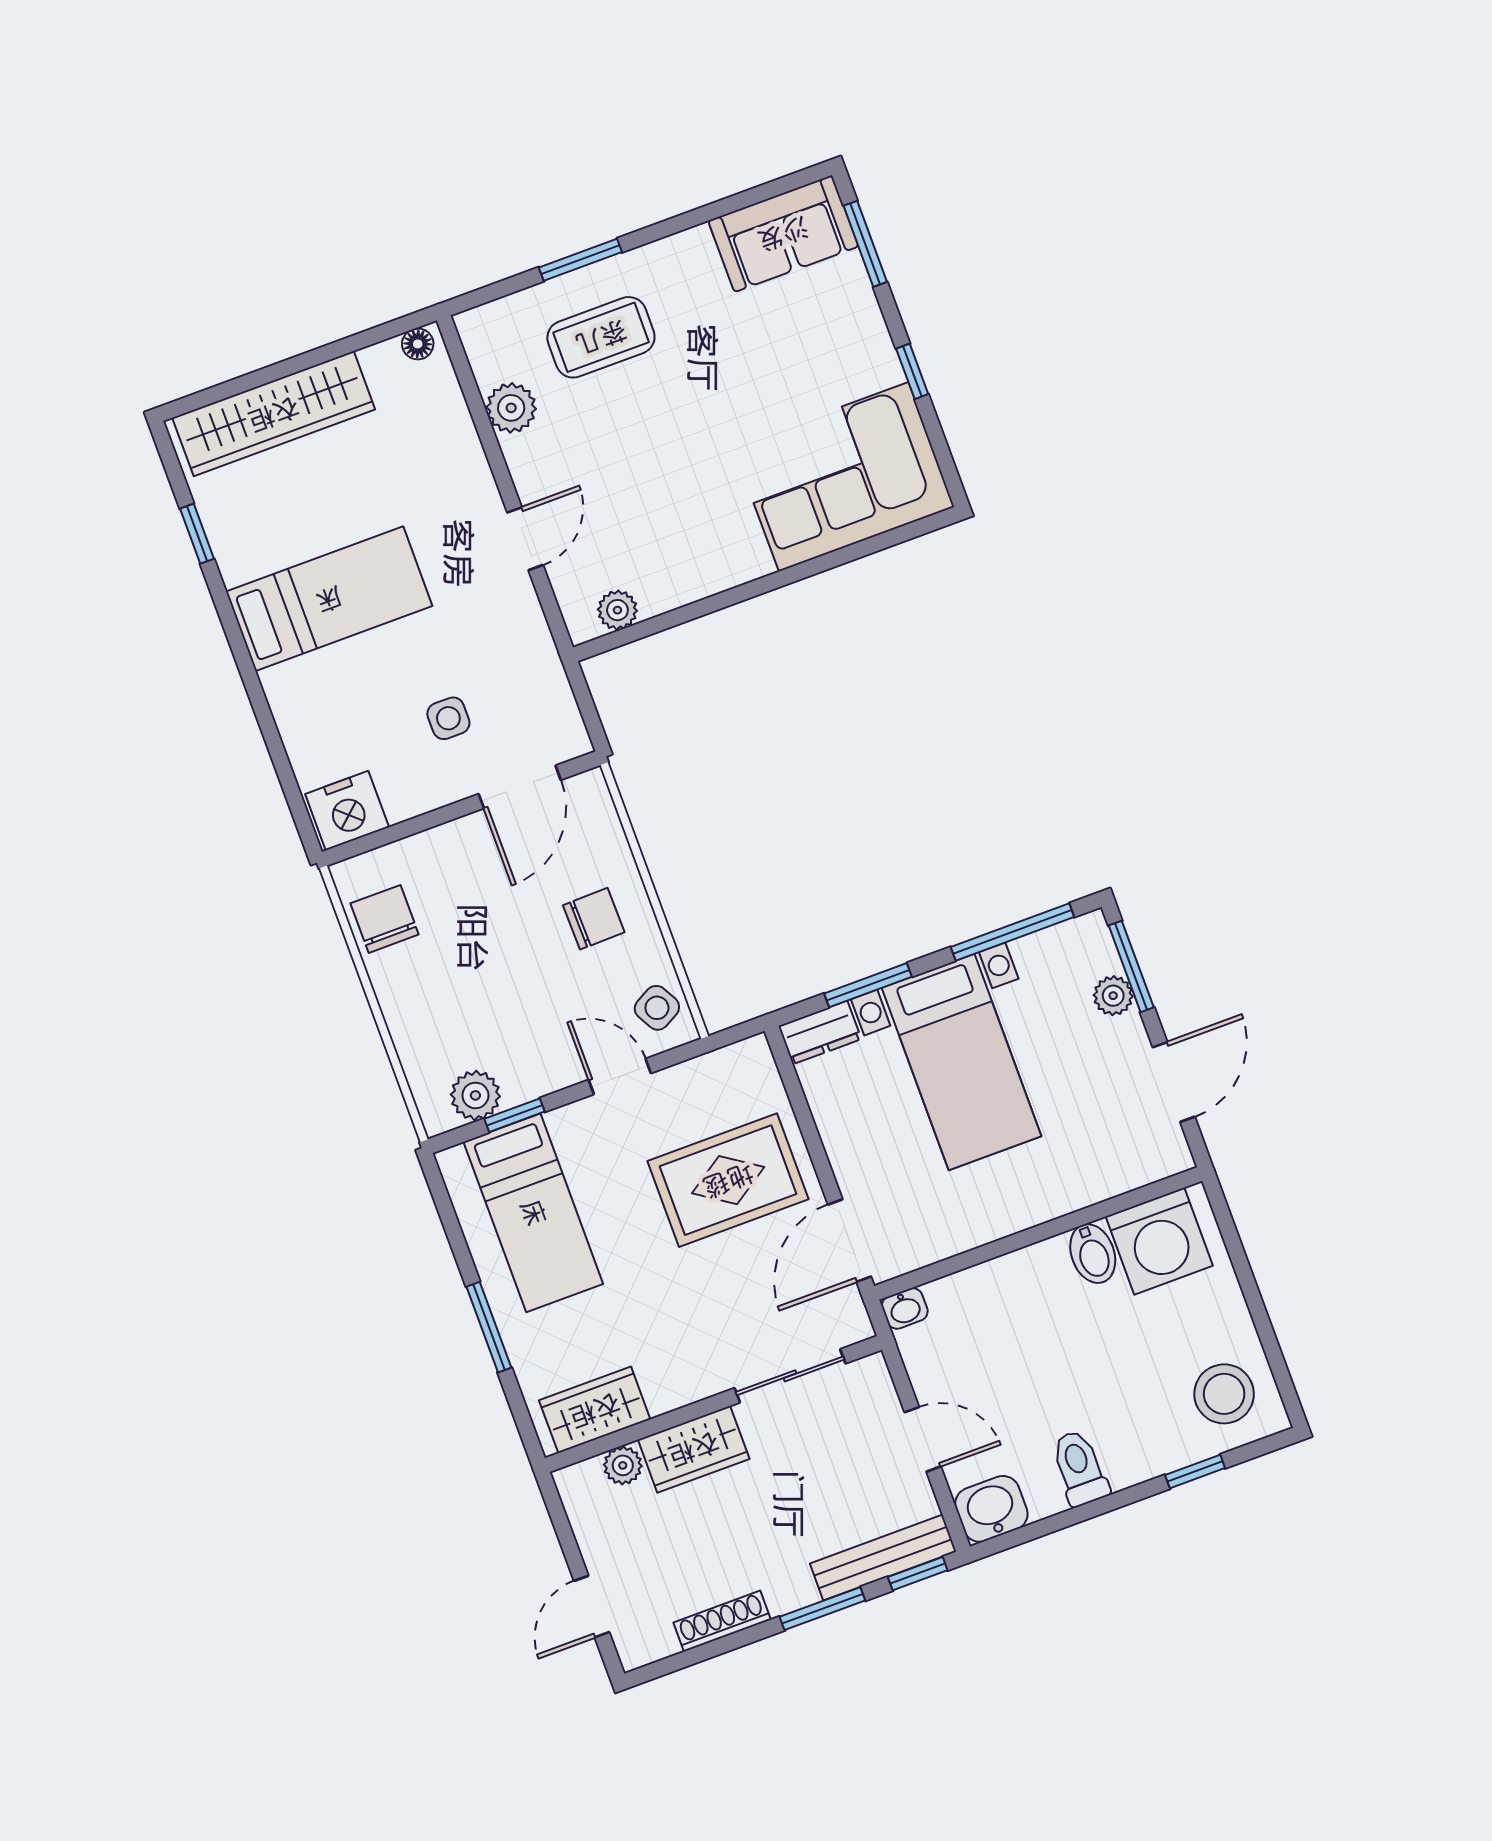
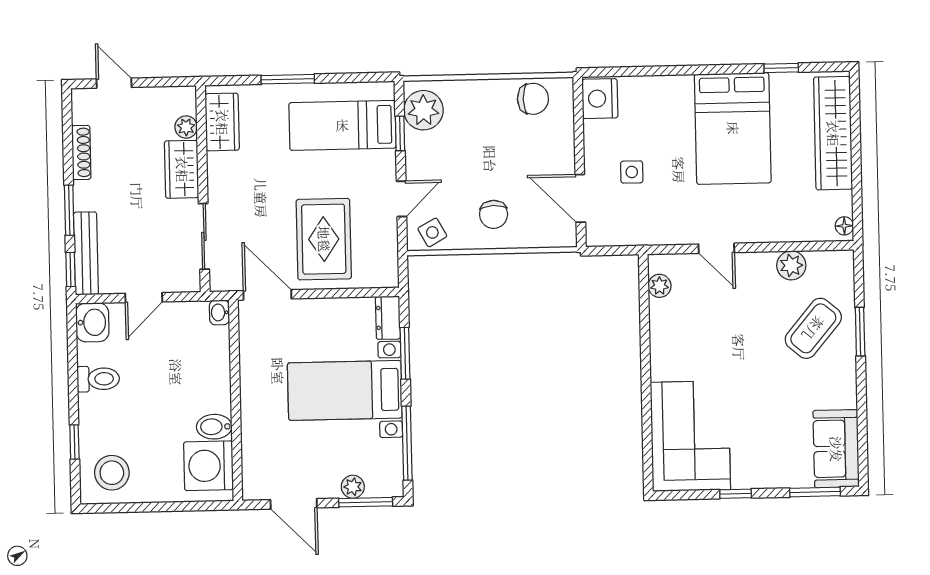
coffee table: (601, 337) -> (813, 328), turned 40
bed: (329, 599) -> (733, 128), width x1.50
plant: (475, 1095) -> (423, 110), width x1.36, depth x1.36

